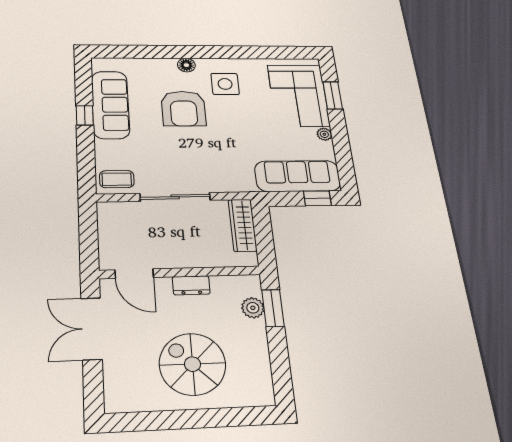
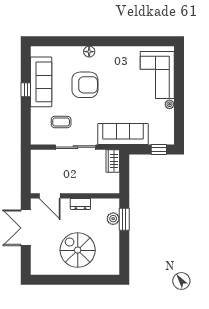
side table: (225, 84) -> (112, 66), removed
window: (333, 95) -> (179, 75), removed
armchair: (183, 109) -> (85, 85), turned -90
sofa: (298, 176) -> (123, 134), moved
coffee table: (117, 179) -> (61, 122), moved
wardrobe: (243, 225) -> (113, 161), width x0.67

